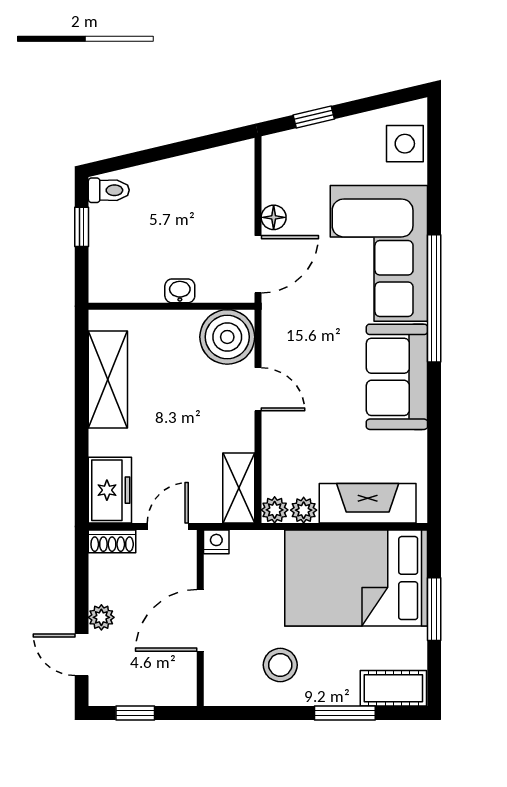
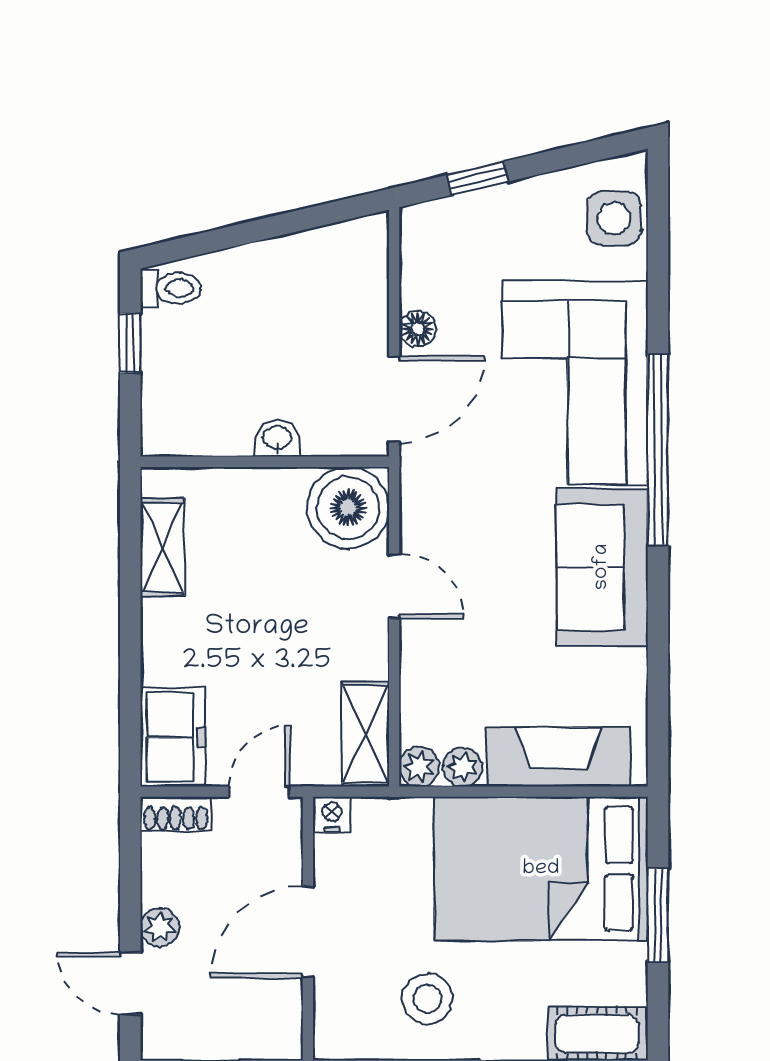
shelving: (108, 380) -> (162, 547), width x0.67, depth x0.75

